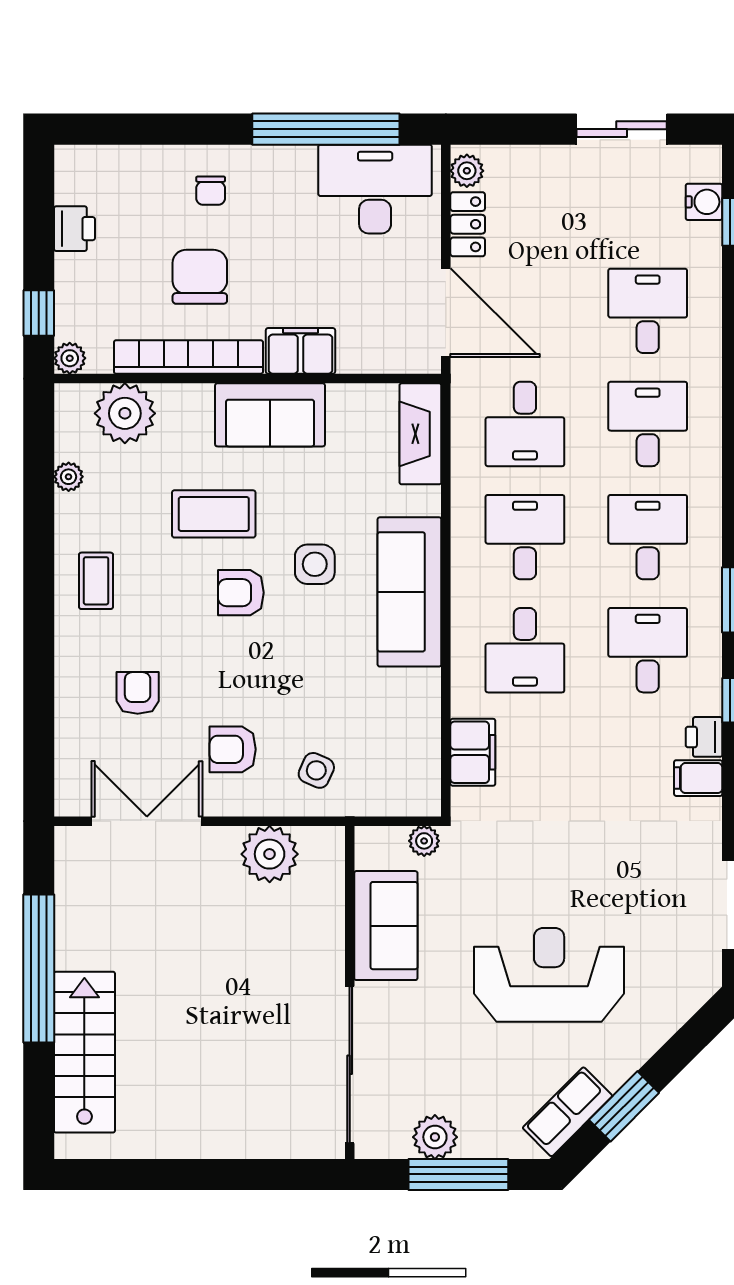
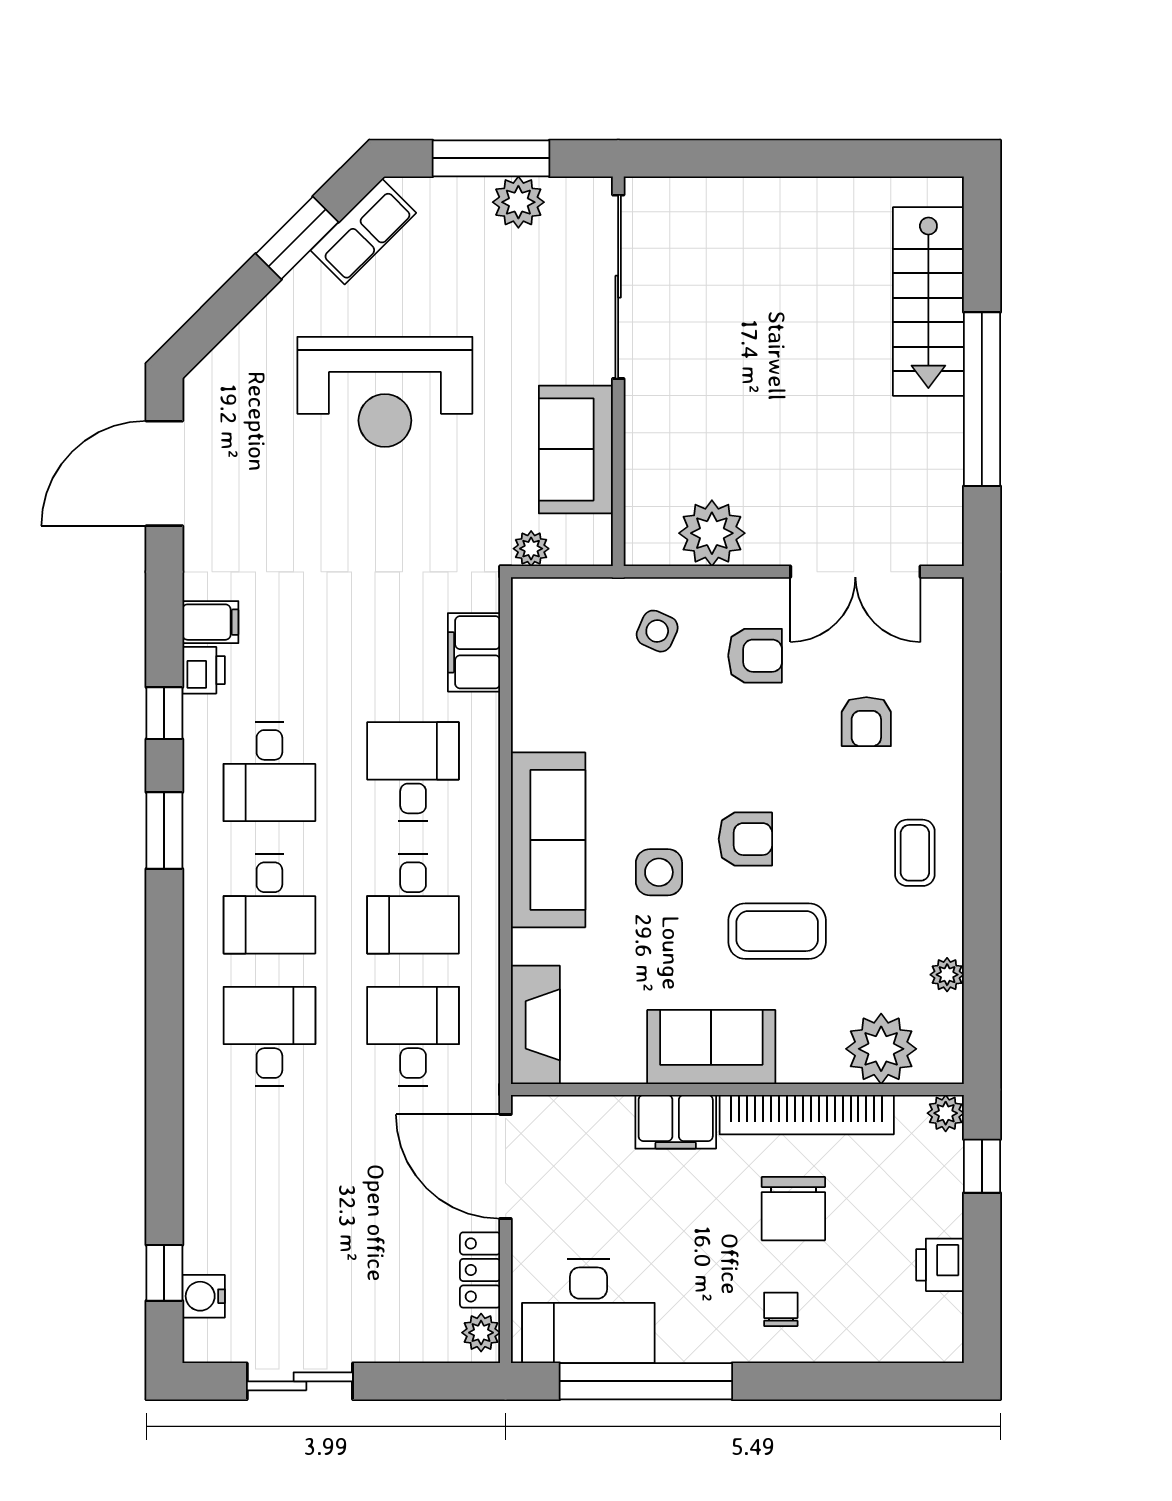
desk: (648, 311) -> (269, 1169), removed
desk: (648, 424) -> (269, 1036), turned 180

